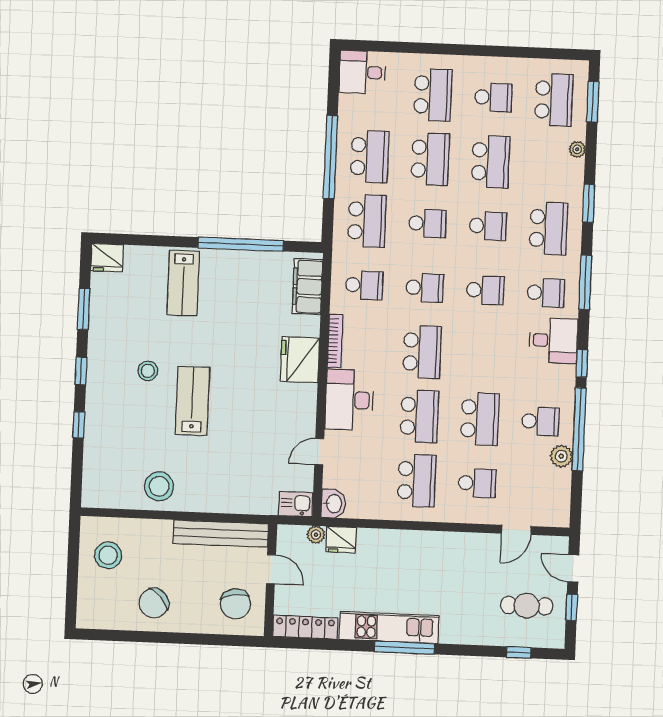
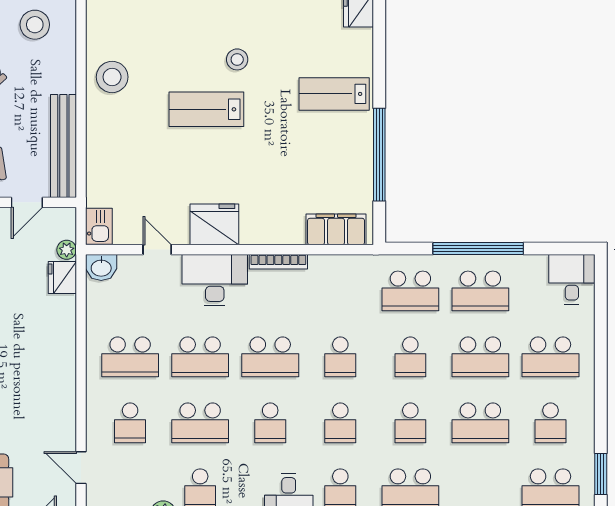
window: (542, 53) -> (601, 474), added
school desk: (364, 285) -> (270, 423), moved
fridge: (300, 360) -> (214, 224), moved
lab bench: (192, 401) -> (206, 109), turned 180

